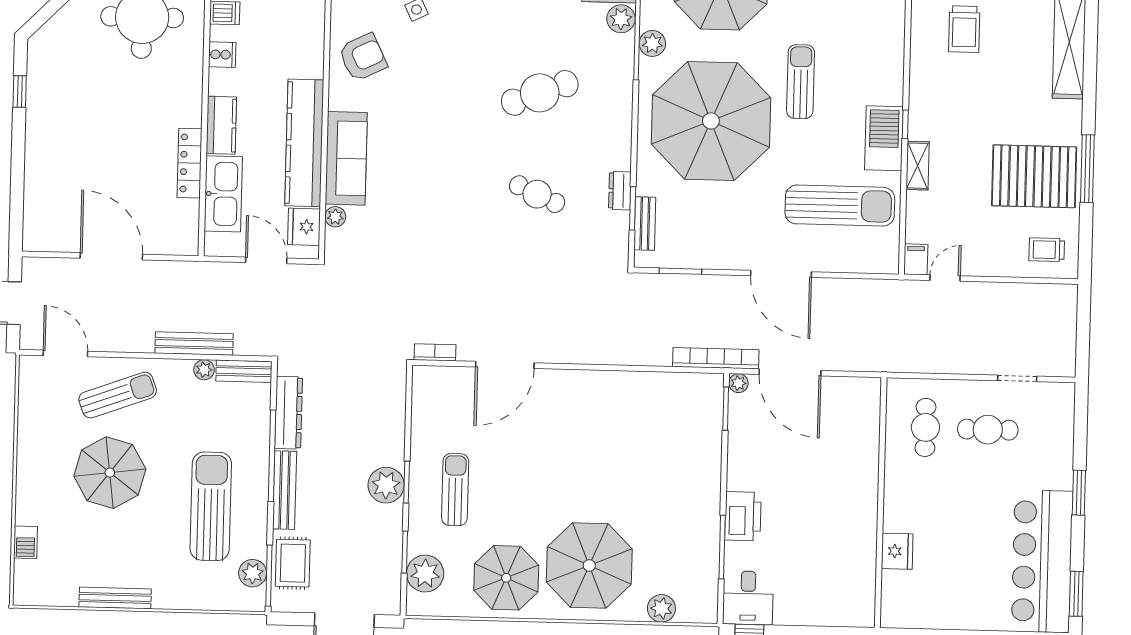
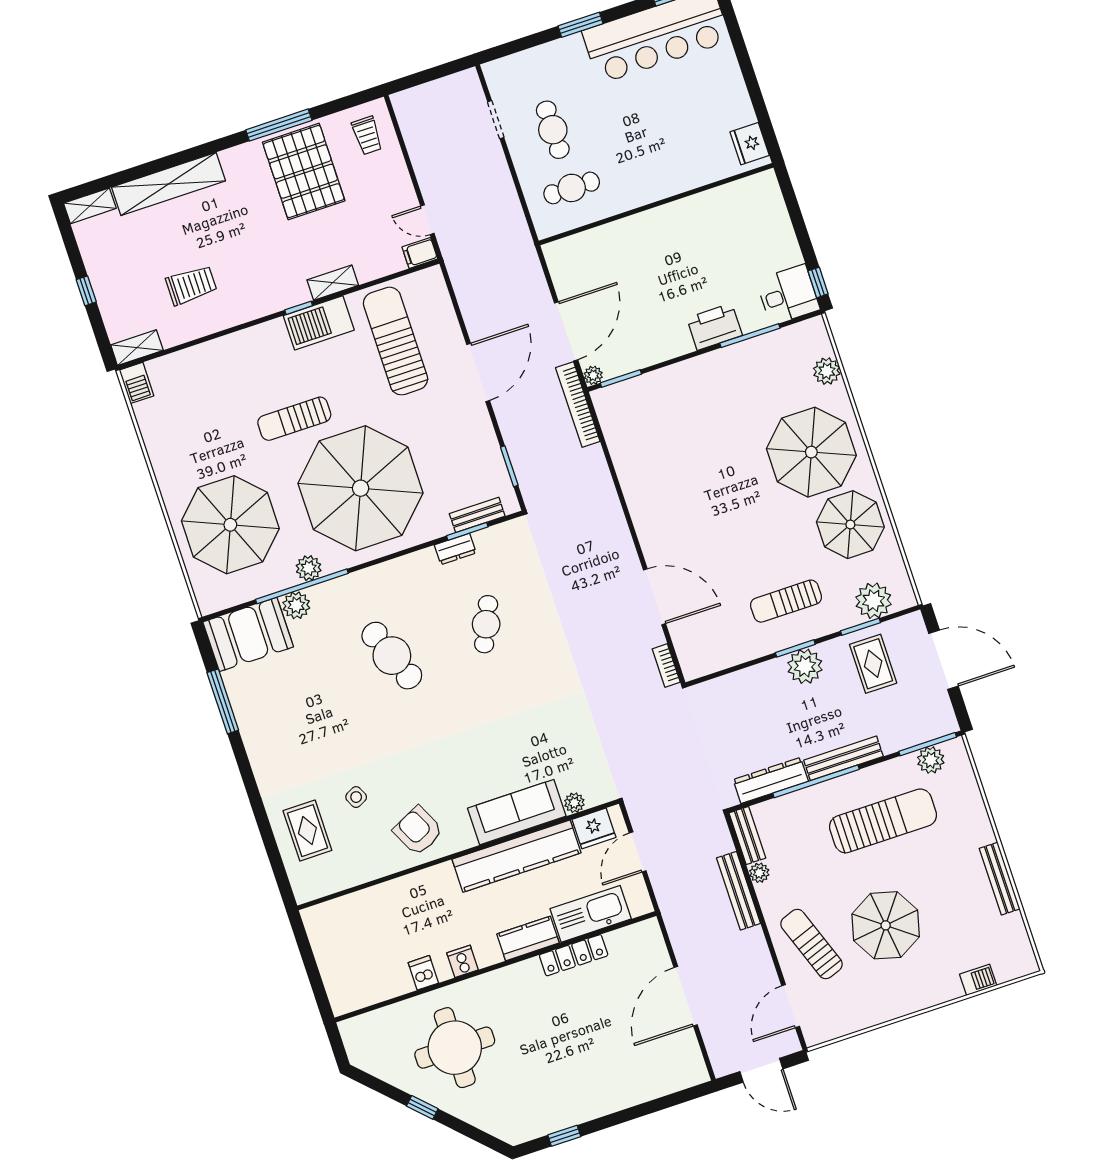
sun lounger: (211, 506) -> (883, 821), turned 180
fridge: (897, 551) -> (750, 144), moved, turned -90
rug: (293, 563) -> (873, 664), moved, turned 90

